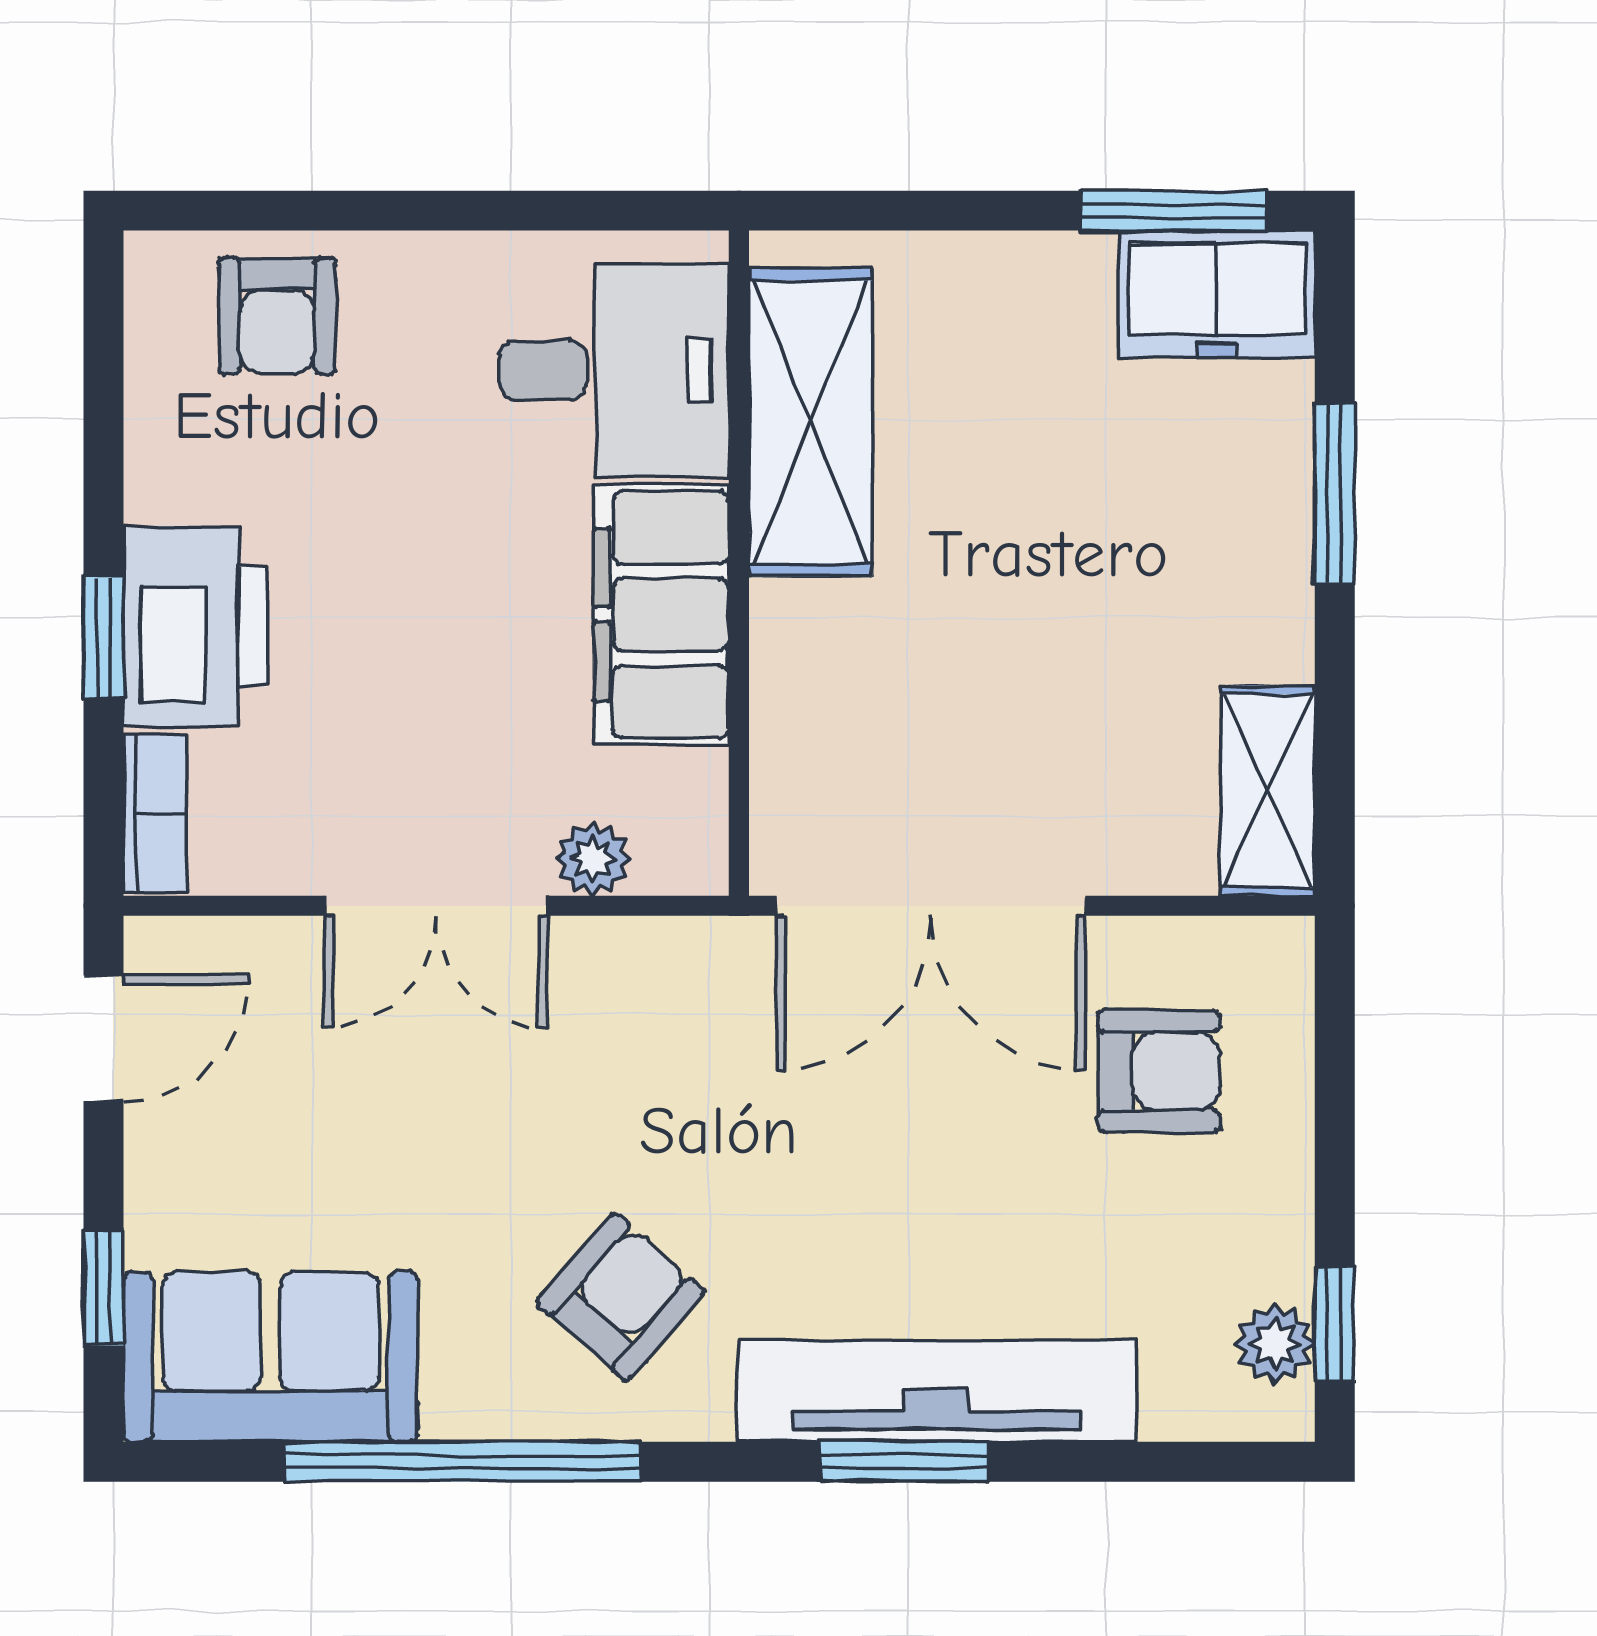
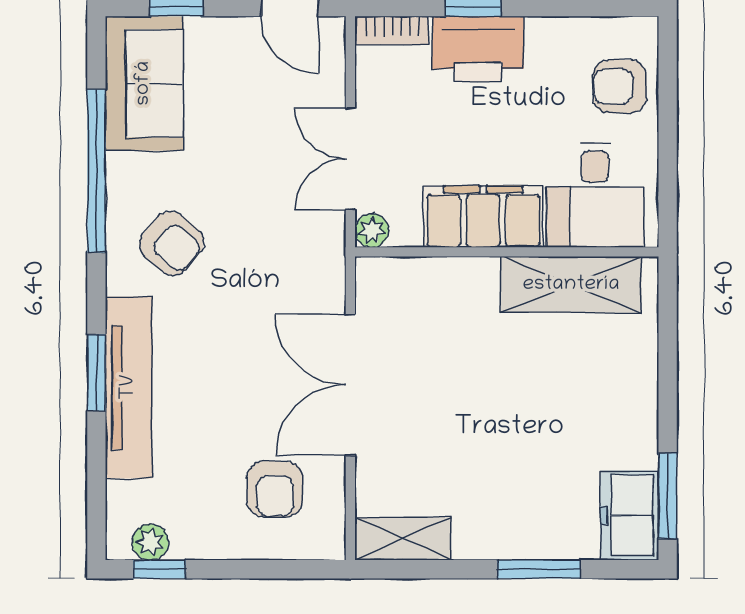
desk: (614, 370) -> (595, 195), moved
shelving: (810, 422) -> (571, 285), moved
wall: (739, 563) -> (507, 252), moved
filing cabinet: (661, 615) -> (483, 216), moved

